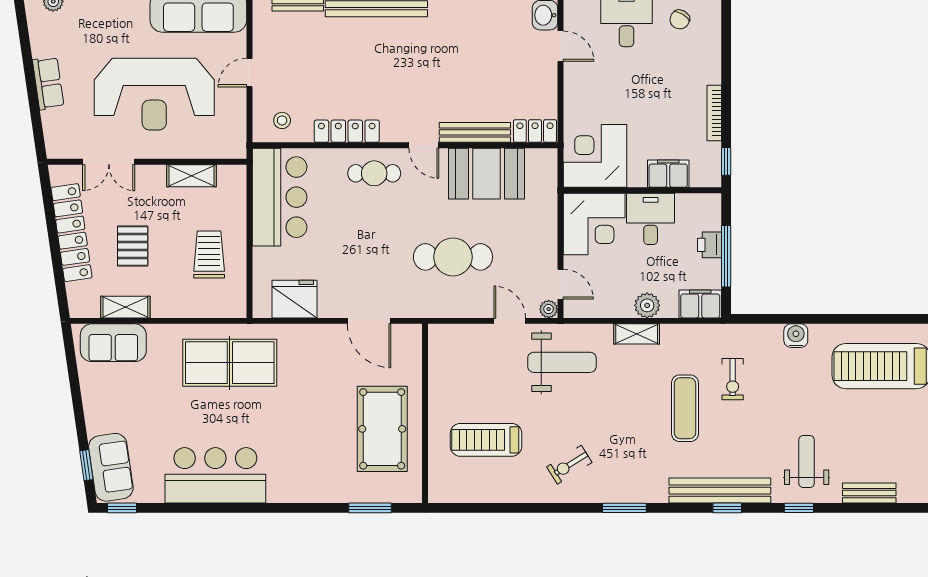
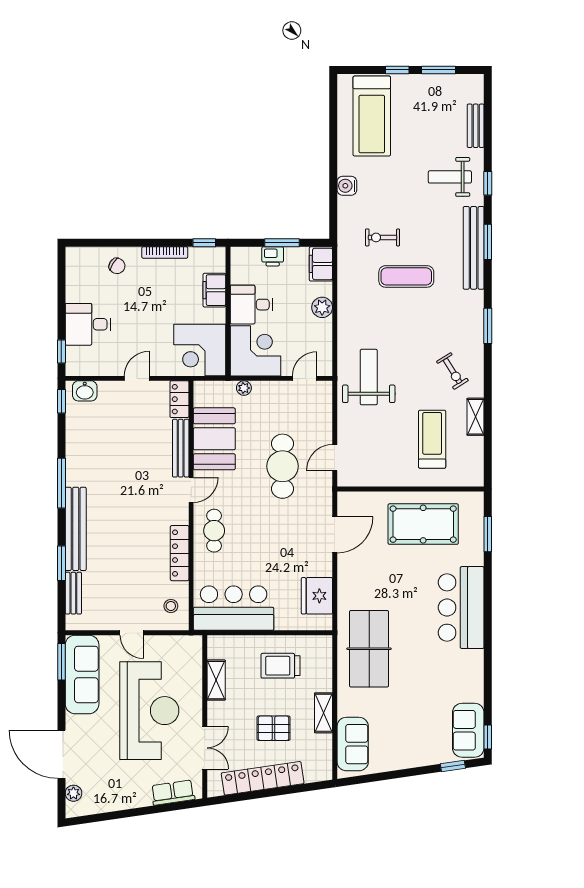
chair: (680, 19) -> (117, 266), moved
door: (560, 46) -> (137, 378), moved
row of seats: (48, 83) -> (173, 793), moved
window: (726, 256) -> (282, 243), width x0.69
shelving: (125, 307) -> (323, 713), moved
plant: (549, 309) -> (244, 388), moved
door: (510, 321) -> (335, 458), moved
shelving: (637, 334) -> (476, 417), moved
exercise bike: (733, 379) -> (382, 237), turned 180
treadmill: (486, 440) -> (432, 439), turned 180
sofa: (111, 467) -> (468, 730), moved, turned -82
bar counter: (215, 475) -> (461, 608), moved
window: (727, 508) -> (488, 242), width x1.50

